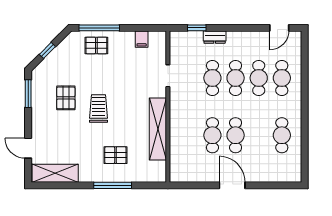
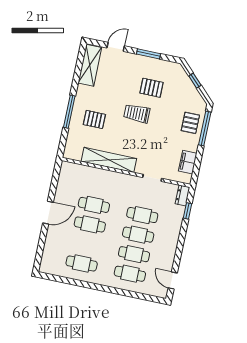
dresser: (215, 37) -> (182, 196), moved
filing cabinet: (142, 39) -> (188, 162), width x2.00
window: (28, 94) -> (148, 54), moved
trolley: (99, 108) -> (137, 113), turned 180
pallet: (115, 155) -> (94, 119), turned 90

